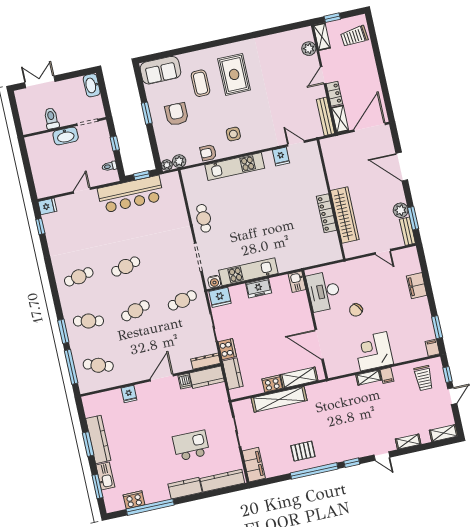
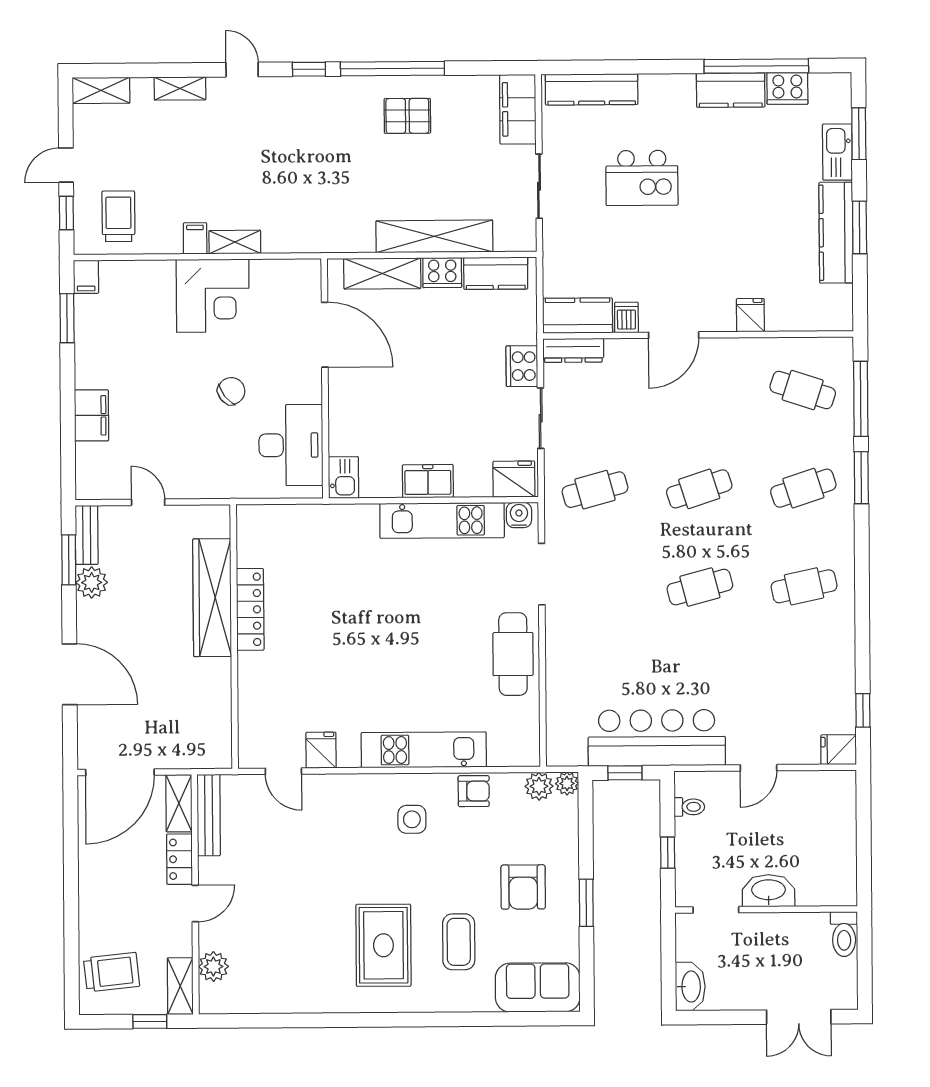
toilet: (51, 118) -> (844, 934), moved
cafe table: (204, 218) -> (513, 654), width x1.37, depth x1.35
cafe table: (88, 321) -> (803, 488), turned -30
kitchen counter: (233, 374) -> (496, 273), moved, turned -90
kitchen counter: (185, 488) -> (731, 90), moved

